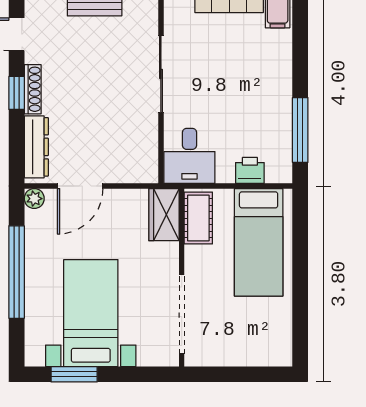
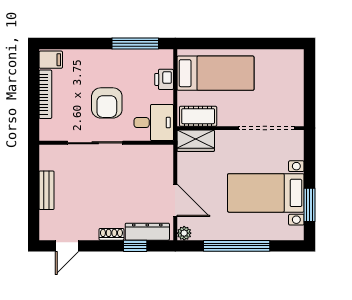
shoe rack: (33, 89) -> (111, 234), width x0.70
armchair: (217, 90) -> (107, 103), added
window: (17, 93) -> (135, 246), moved

